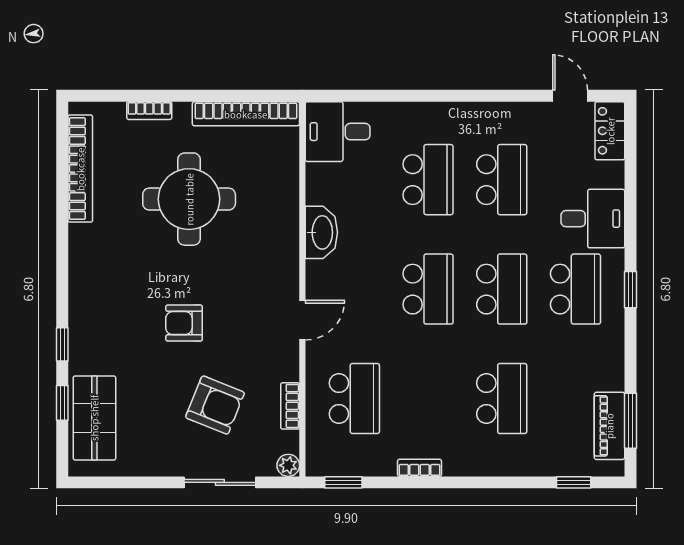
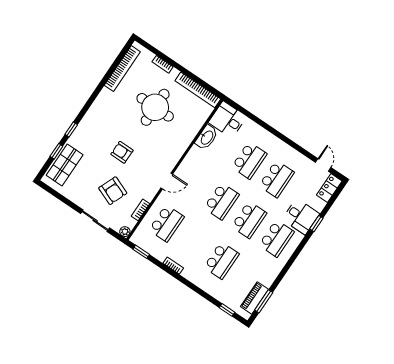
washbasin: (321, 232) -> (207, 137), moved
window: (630, 290) -> (316, 224), moved

